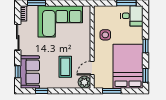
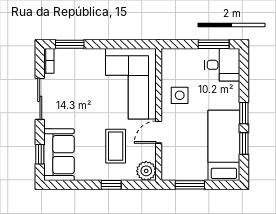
corner sofa: (60, 21) -> (131, 84), moved, turned 90
bed: (128, 66) -> (224, 145), width x0.67
door: (92, 68) -> (159, 132), moved
window: (145, 75) -> (244, 143), moved
window: (42, 91) -> (111, 185), moved

